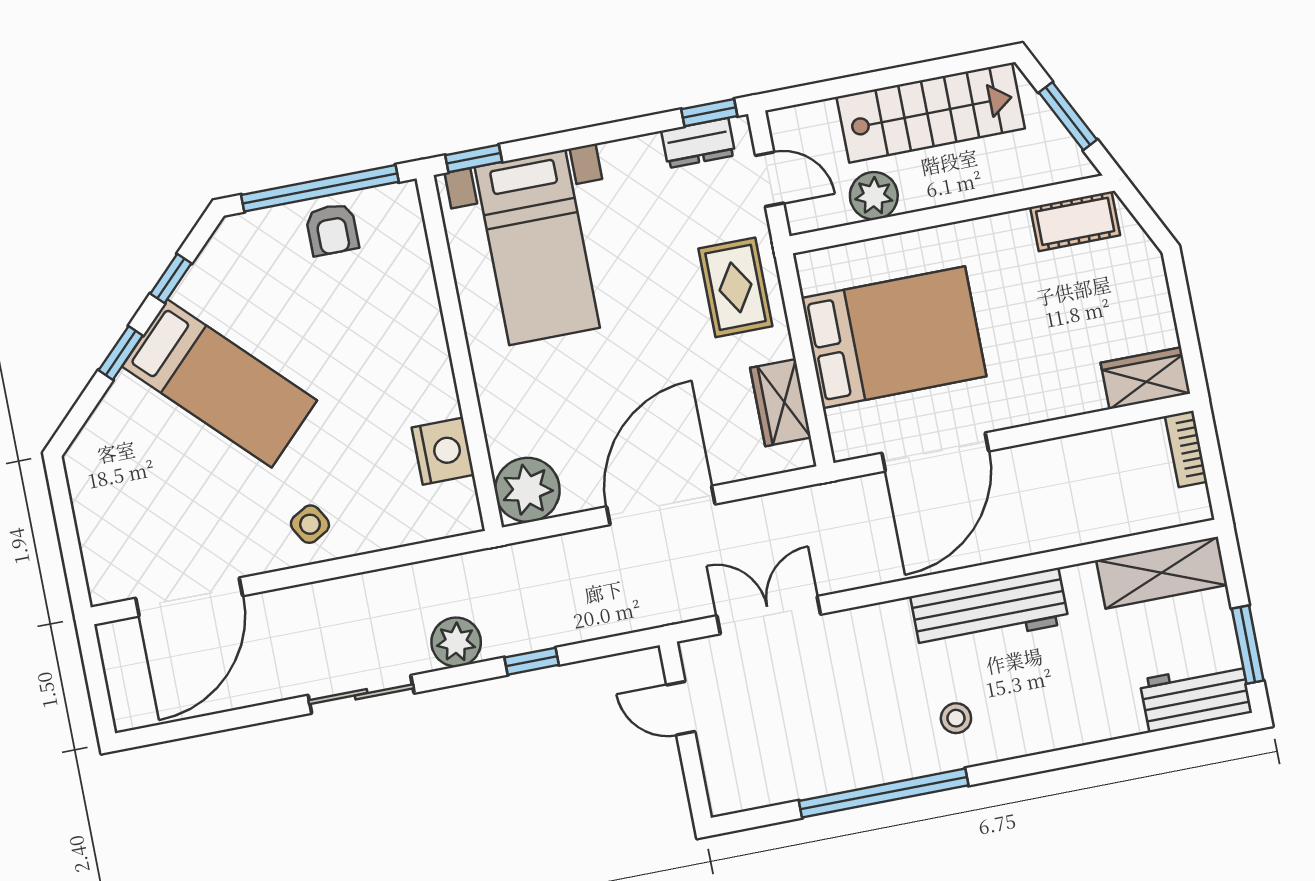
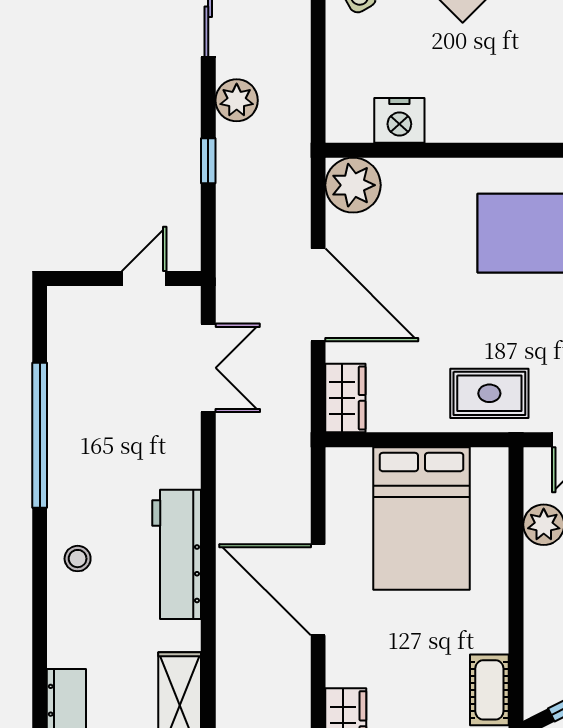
wardrobe: (781, 403) -> (345, 398), moved, turned 90
door: (935, 452) -> (318, 590), moved
stool: (956, 718) -> (78, 559), moved

